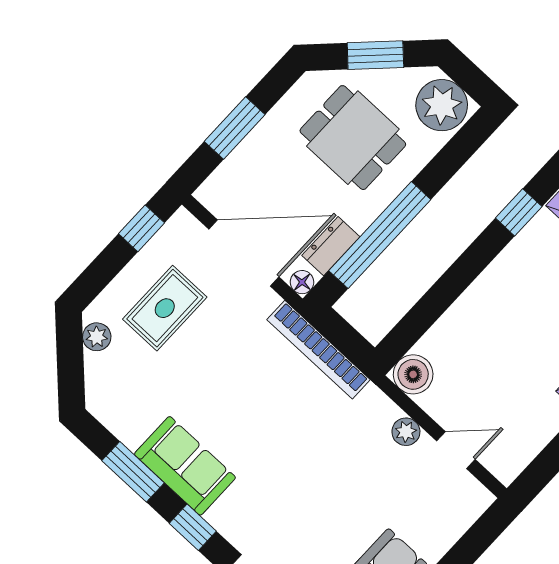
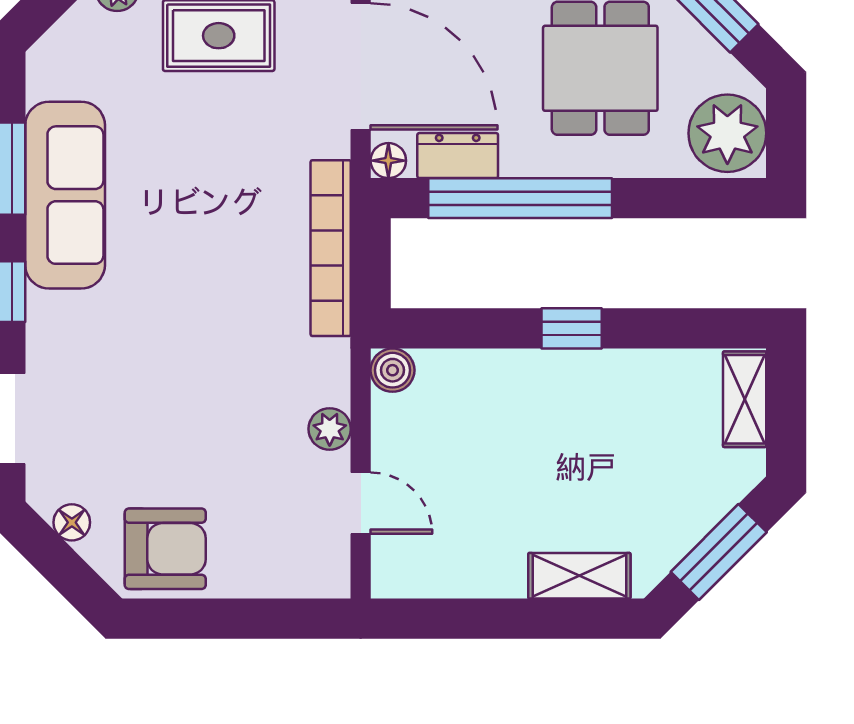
window: (519, 212) -> (572, 328), moved
boiler: (413, 374) -> (393, 370), width x0.73, depth x0.73
sofa: (185, 466) -> (65, 195), width x1.36

